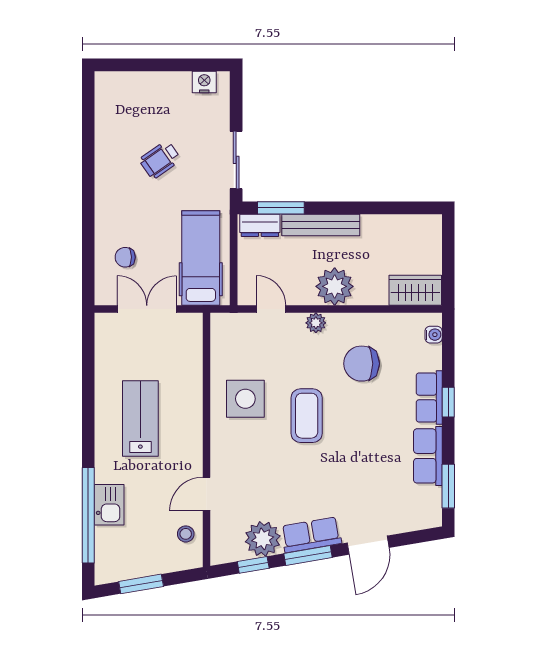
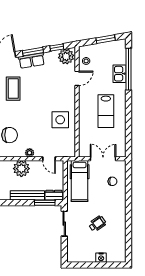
nightstand: (204, 82) -> (101, 258), moved
double door: (147, 309) -> (103, 159), swing flipped
coffee table: (307, 416) -> (13, 89), moved
plant: (263, 539) -> (66, 57), moved

